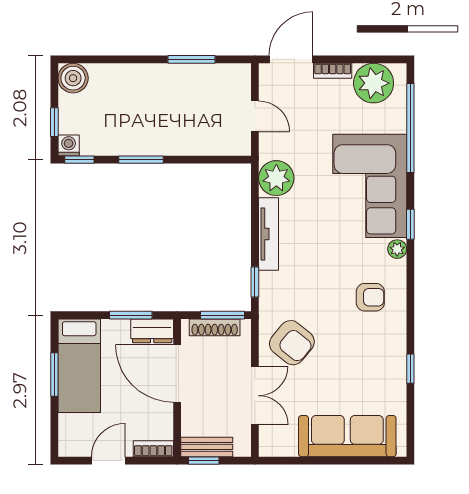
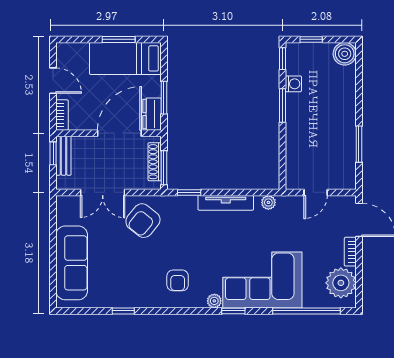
washing machine: (69, 145) -> (293, 84), moved
plant: (276, 178) -> (268, 202), width x0.53, depth x0.53

